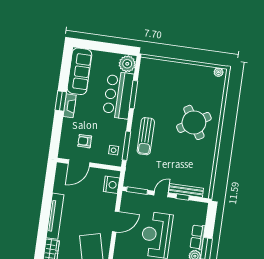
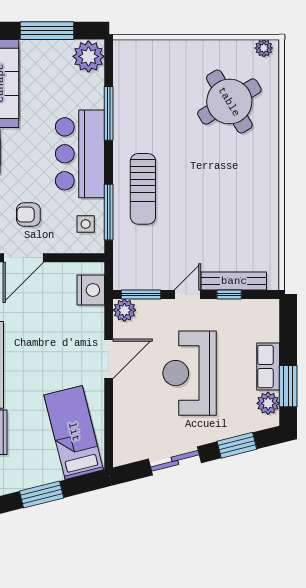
window: (108, 47) -> (47, 31), added
bar counter: (118, 95) -> (80, 154), moved
round table: (194, 122) -> (229, 102), moved
plant: (127, 198) -> (124, 310), added

